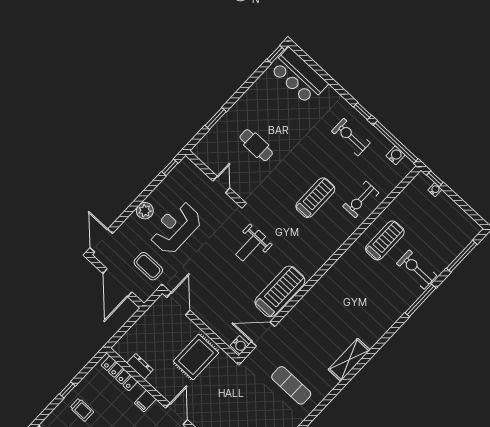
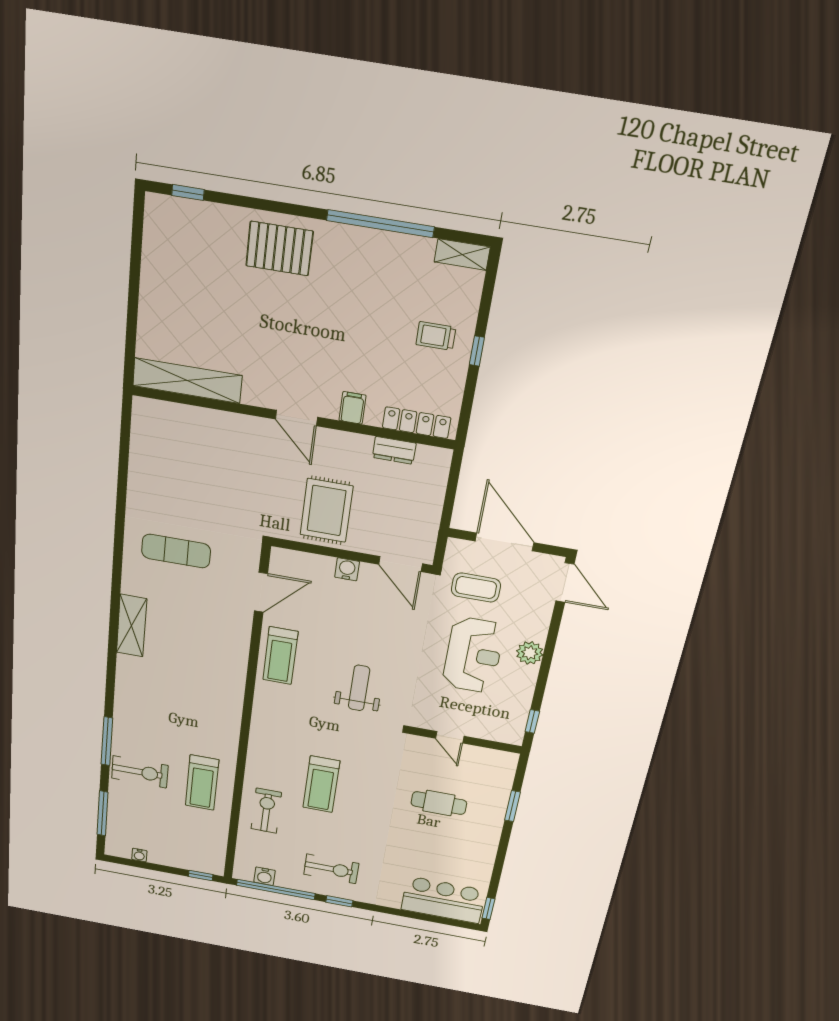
water cooler: (435, 190) -> (139, 855), moved
treadmill: (280, 291) -> (280, 656), width x0.73, depth x0.73
water cooler: (240, 345) -> (347, 569), moved, turned 90

